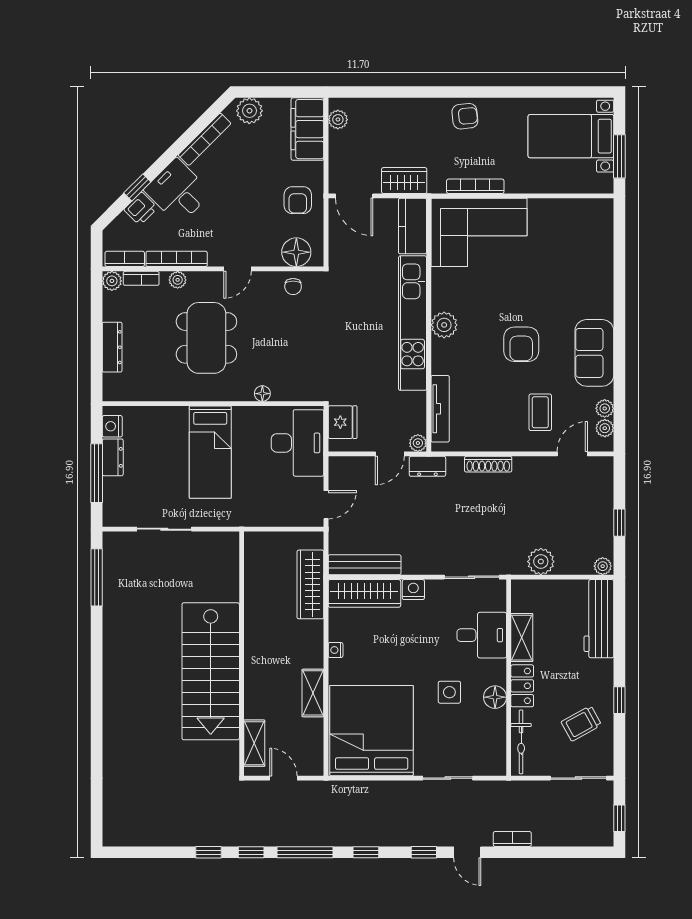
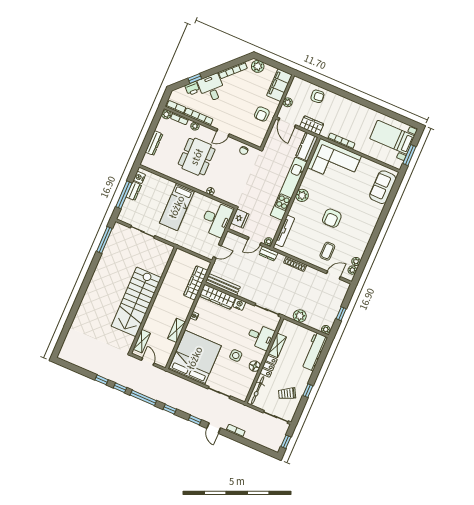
armchair: (465, 116) -> (317, 96), moved
plant: (338, 120) -> (288, 102), moved
floor lamp: (296, 252) -> (252, 136), removed
sofa: (594, 353) -> (383, 187), moved

